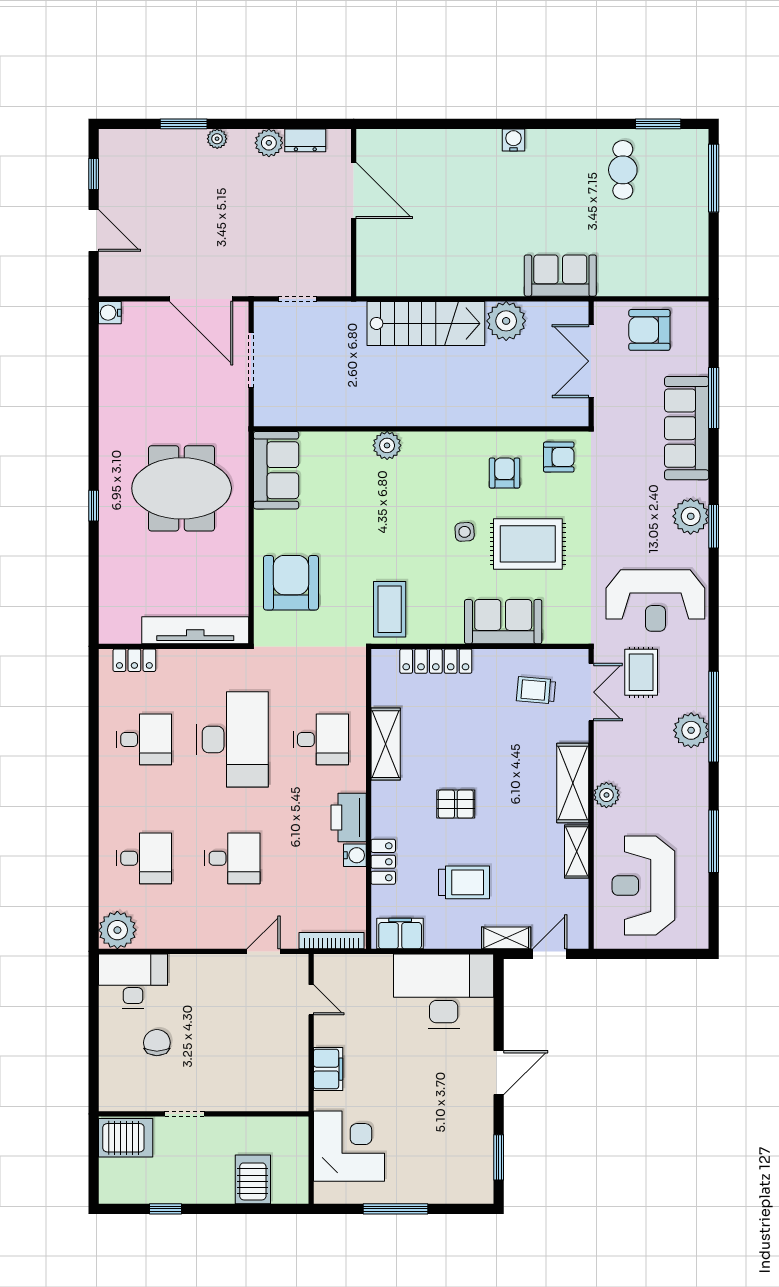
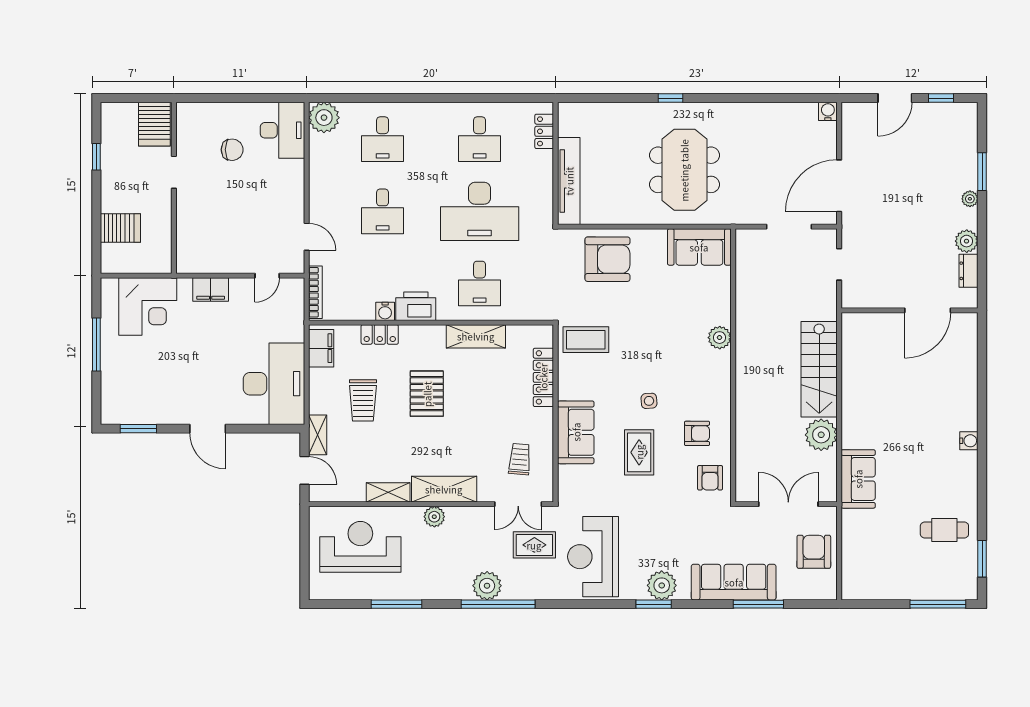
rug: (528, 544) -> (639, 452), width x0.73, depth x0.70
pallet: (456, 804) -> (427, 394), width x1.50, depth x1.42

